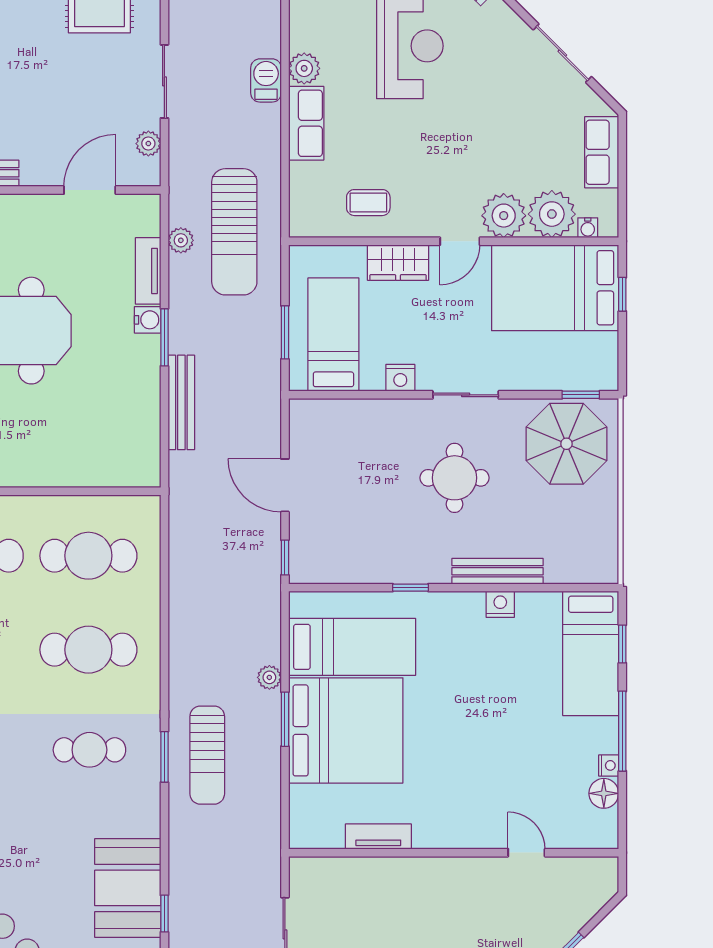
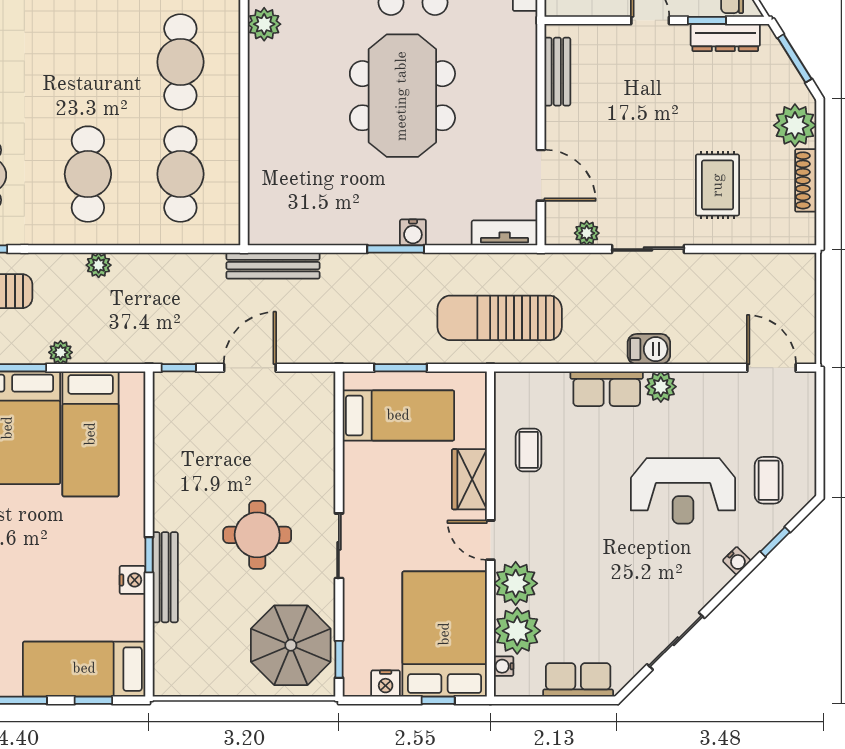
plant: (181, 240) -> (99, 265), moved
tv unit: (148, 271) -> (505, 233), moved
nightstand: (400, 378) -> (386, 683), moved, turned -90
bench: (181, 402) -> (273, 266), moved
window: (411, 588) -> (149, 555), moved

